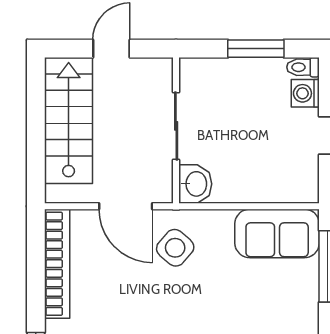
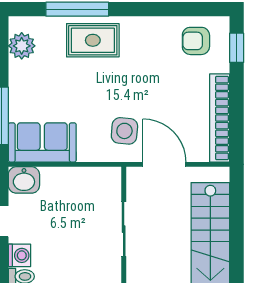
washbasin: (195, 184) -> (24, 180), moved, turned -90
side table: (175, 248) -> (124, 131), turned -36

